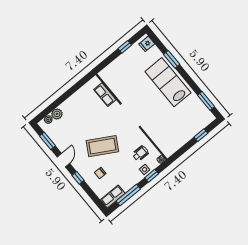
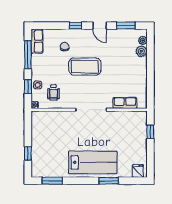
window: (125, 47) -> (150, 132), moved
coffee table: (102, 146) -> (85, 67), turned 60

